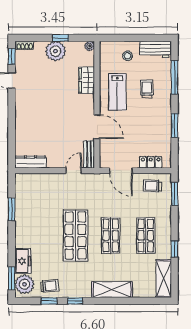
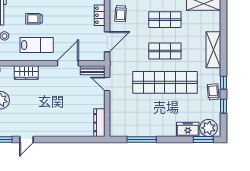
window: (12, 209) -> (142, 139), width x1.44
shop shelf: (76, 235) -> (165, 82), width x1.40
trolley: (49, 286) -> (213, 92), moved

